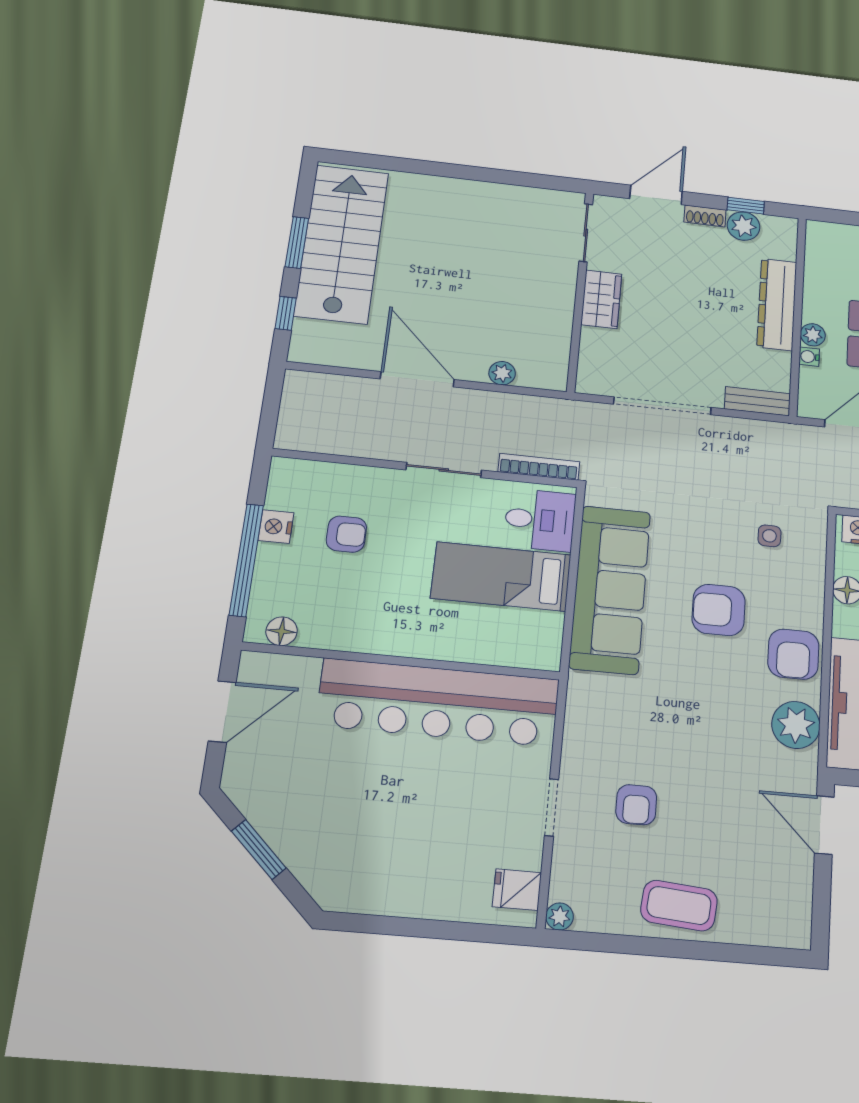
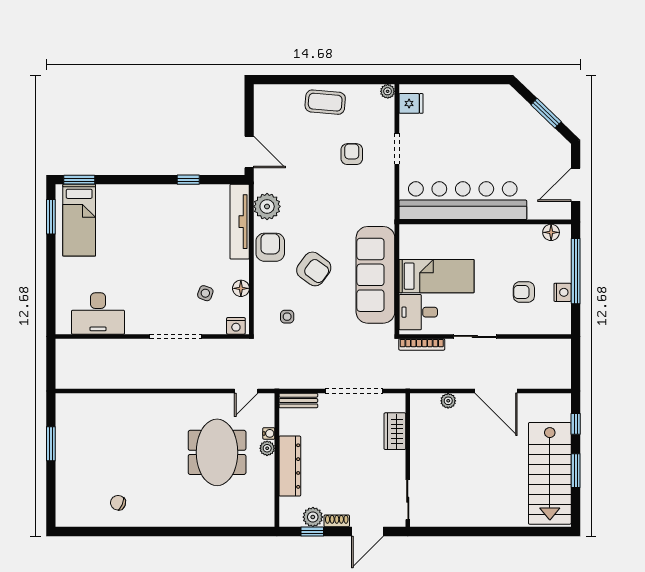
wardrobe: (601, 299) -> (395, 431), moved
armchair: (719, 610) -> (314, 269), turned 36

